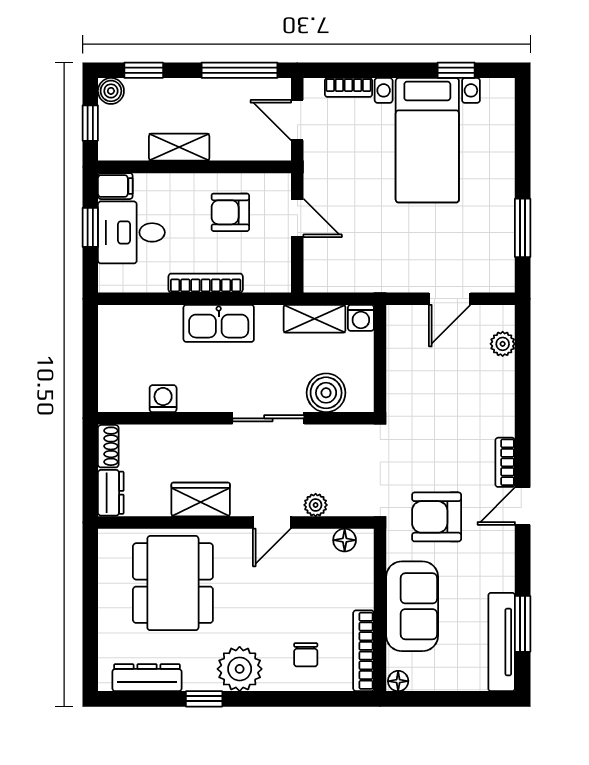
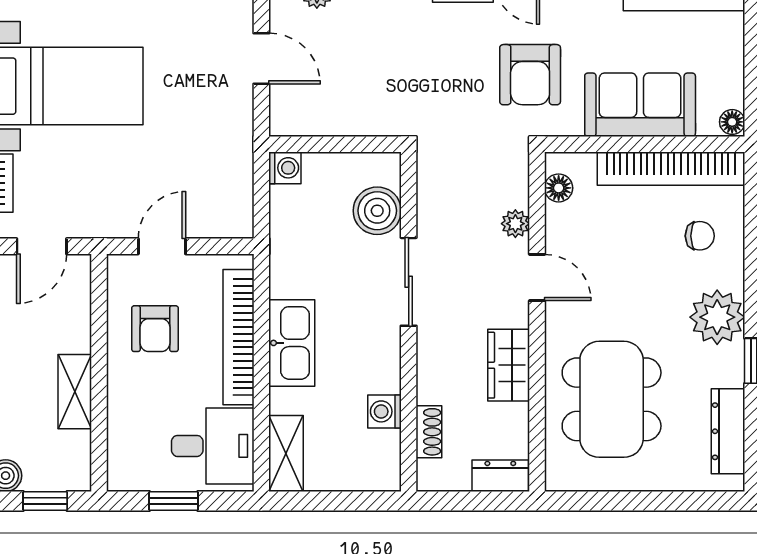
filing cabinet: (115, 186) -> (123, 470), removed
desk: (131, 232) -> (213, 446), moved, turned -90
bookcase: (206, 283) -> (238, 337), width x1.48, depth x1.31
shelving: (315, 319) -> (286, 454), moved
shoe rack: (108, 446) -> (429, 432), moved, turned 90
dining table: (173, 583) -> (612, 399), turned 90
bookcase: (364, 651) -> (671, 169), width x1.48, depth x1.31

